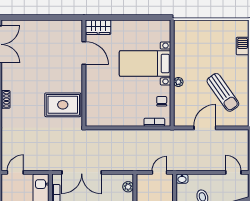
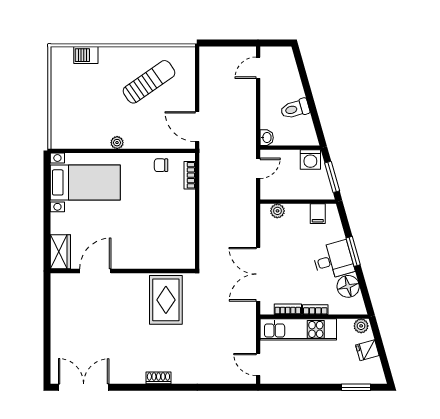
bed with nightstands: (145, 63) -> (85, 182), moved, turned -90
plant: (178, 82) -> (117, 143), moved
door: (205, 128) -> (197, 127), moved
double door: (82, 172) -> (258, 274), swing flipped
door: (159, 172) -> (258, 168), swing flipped

